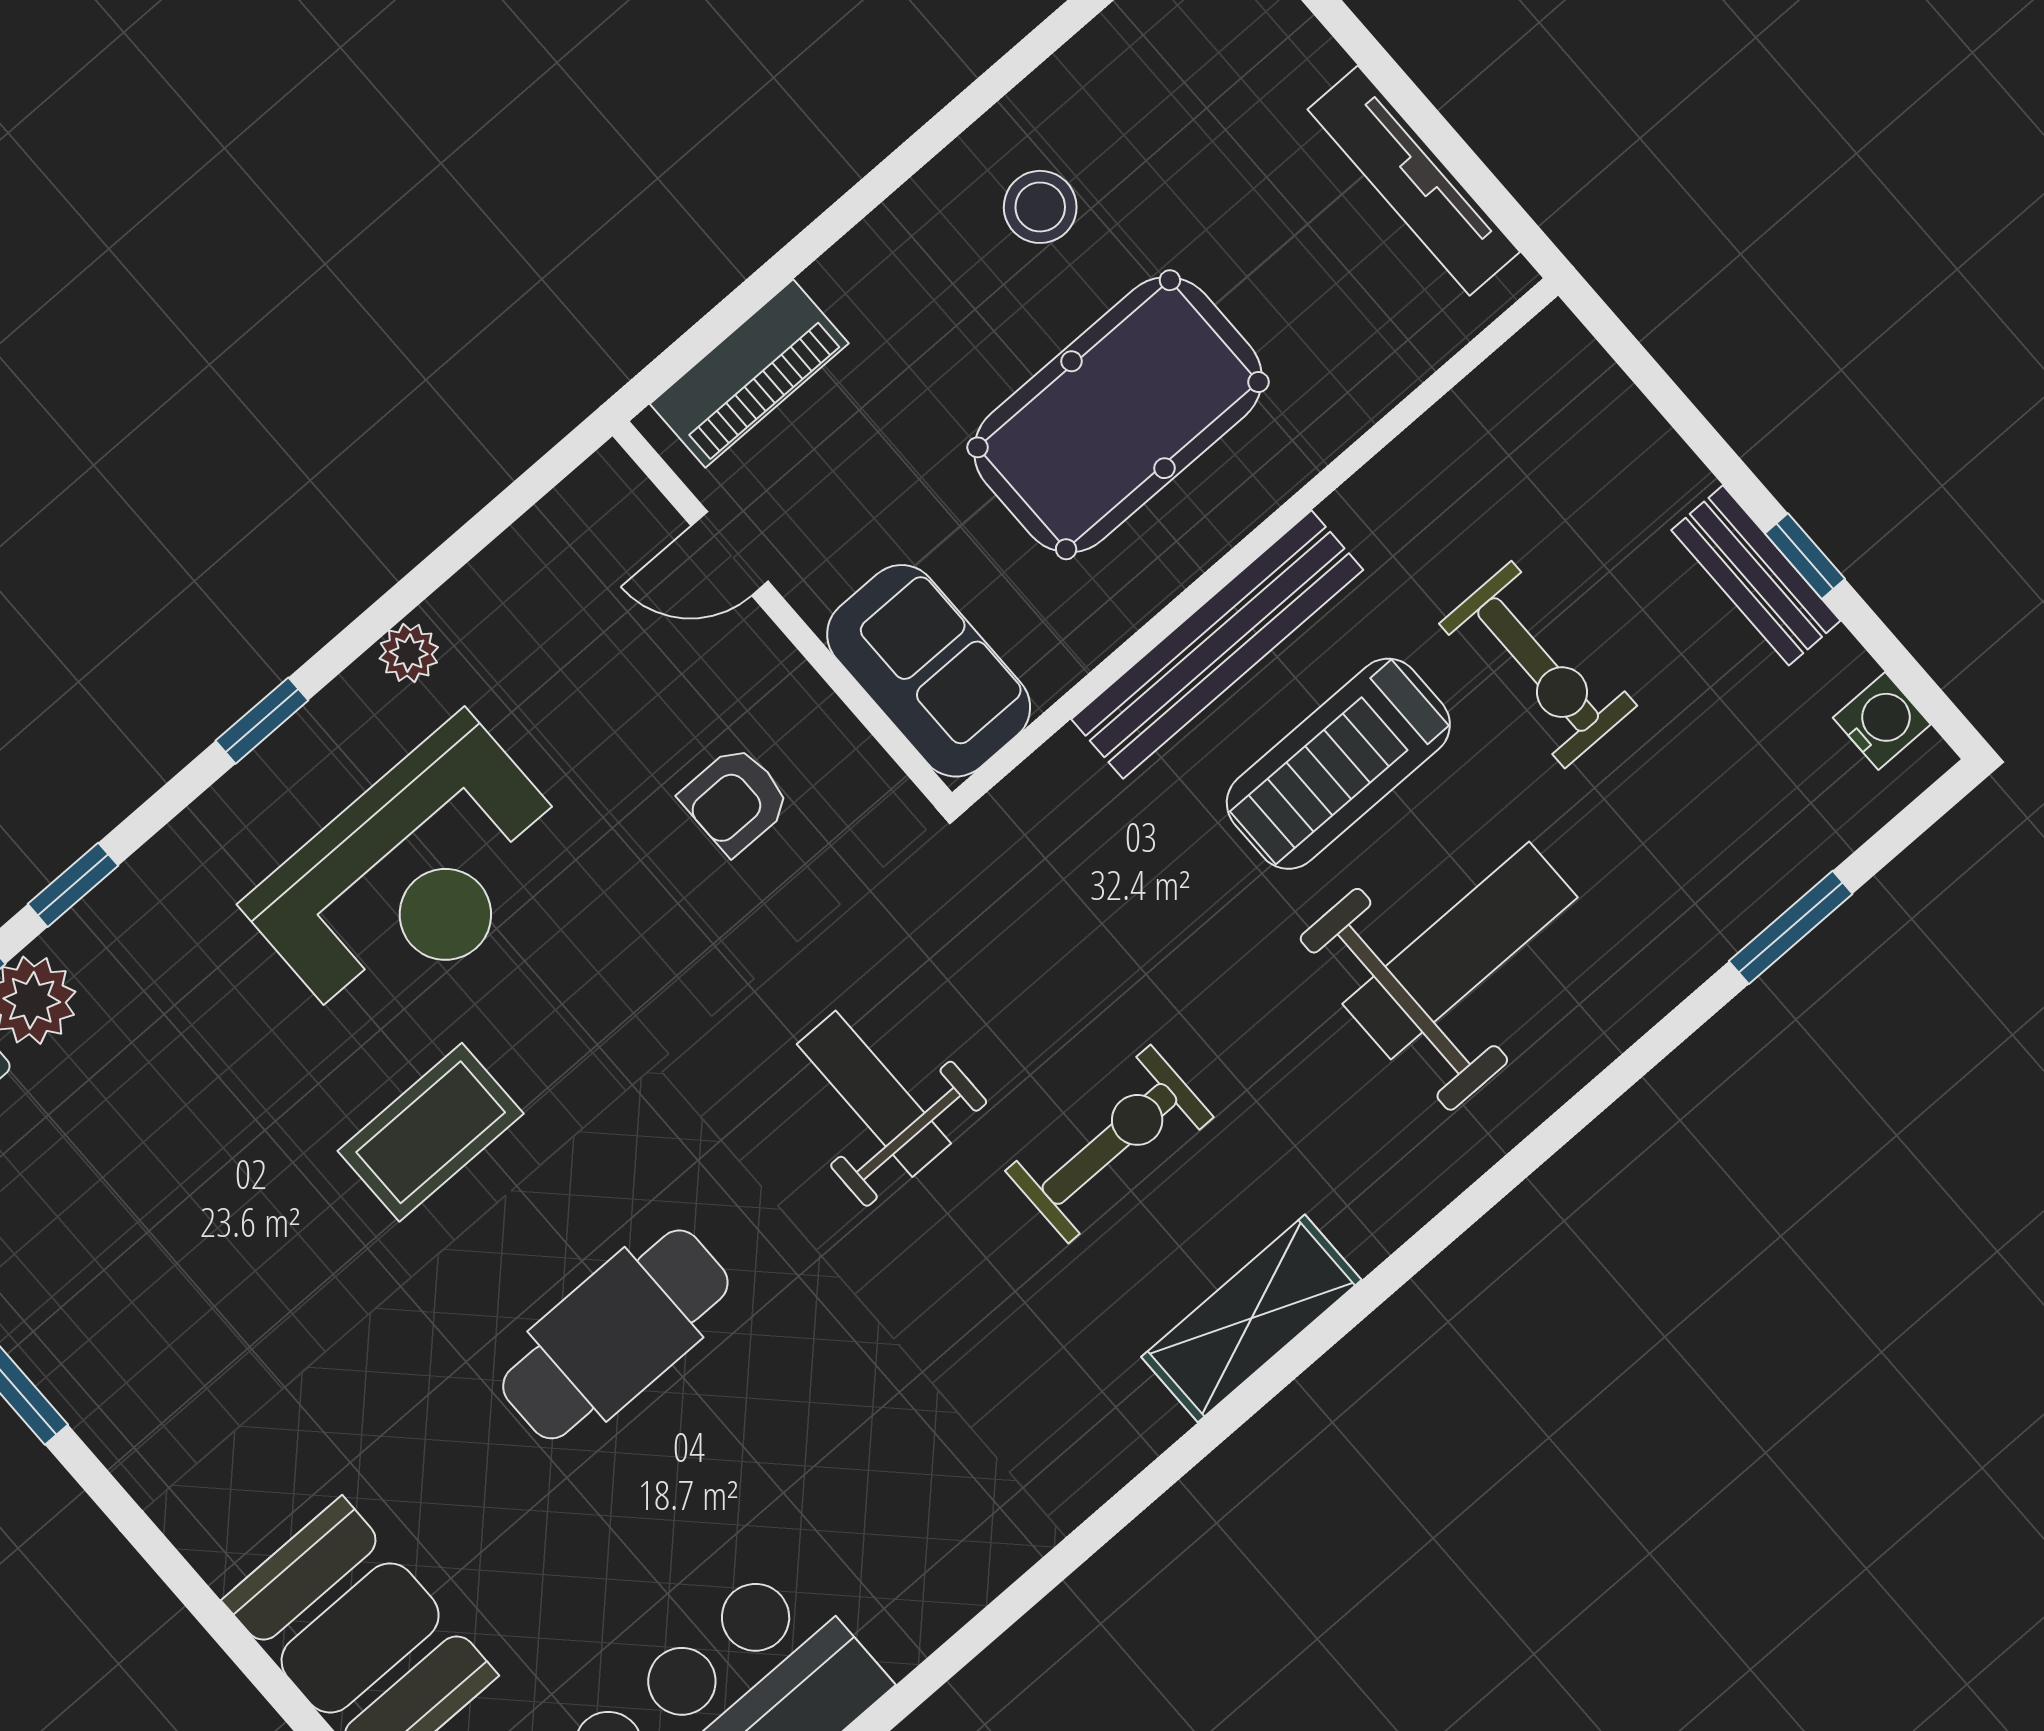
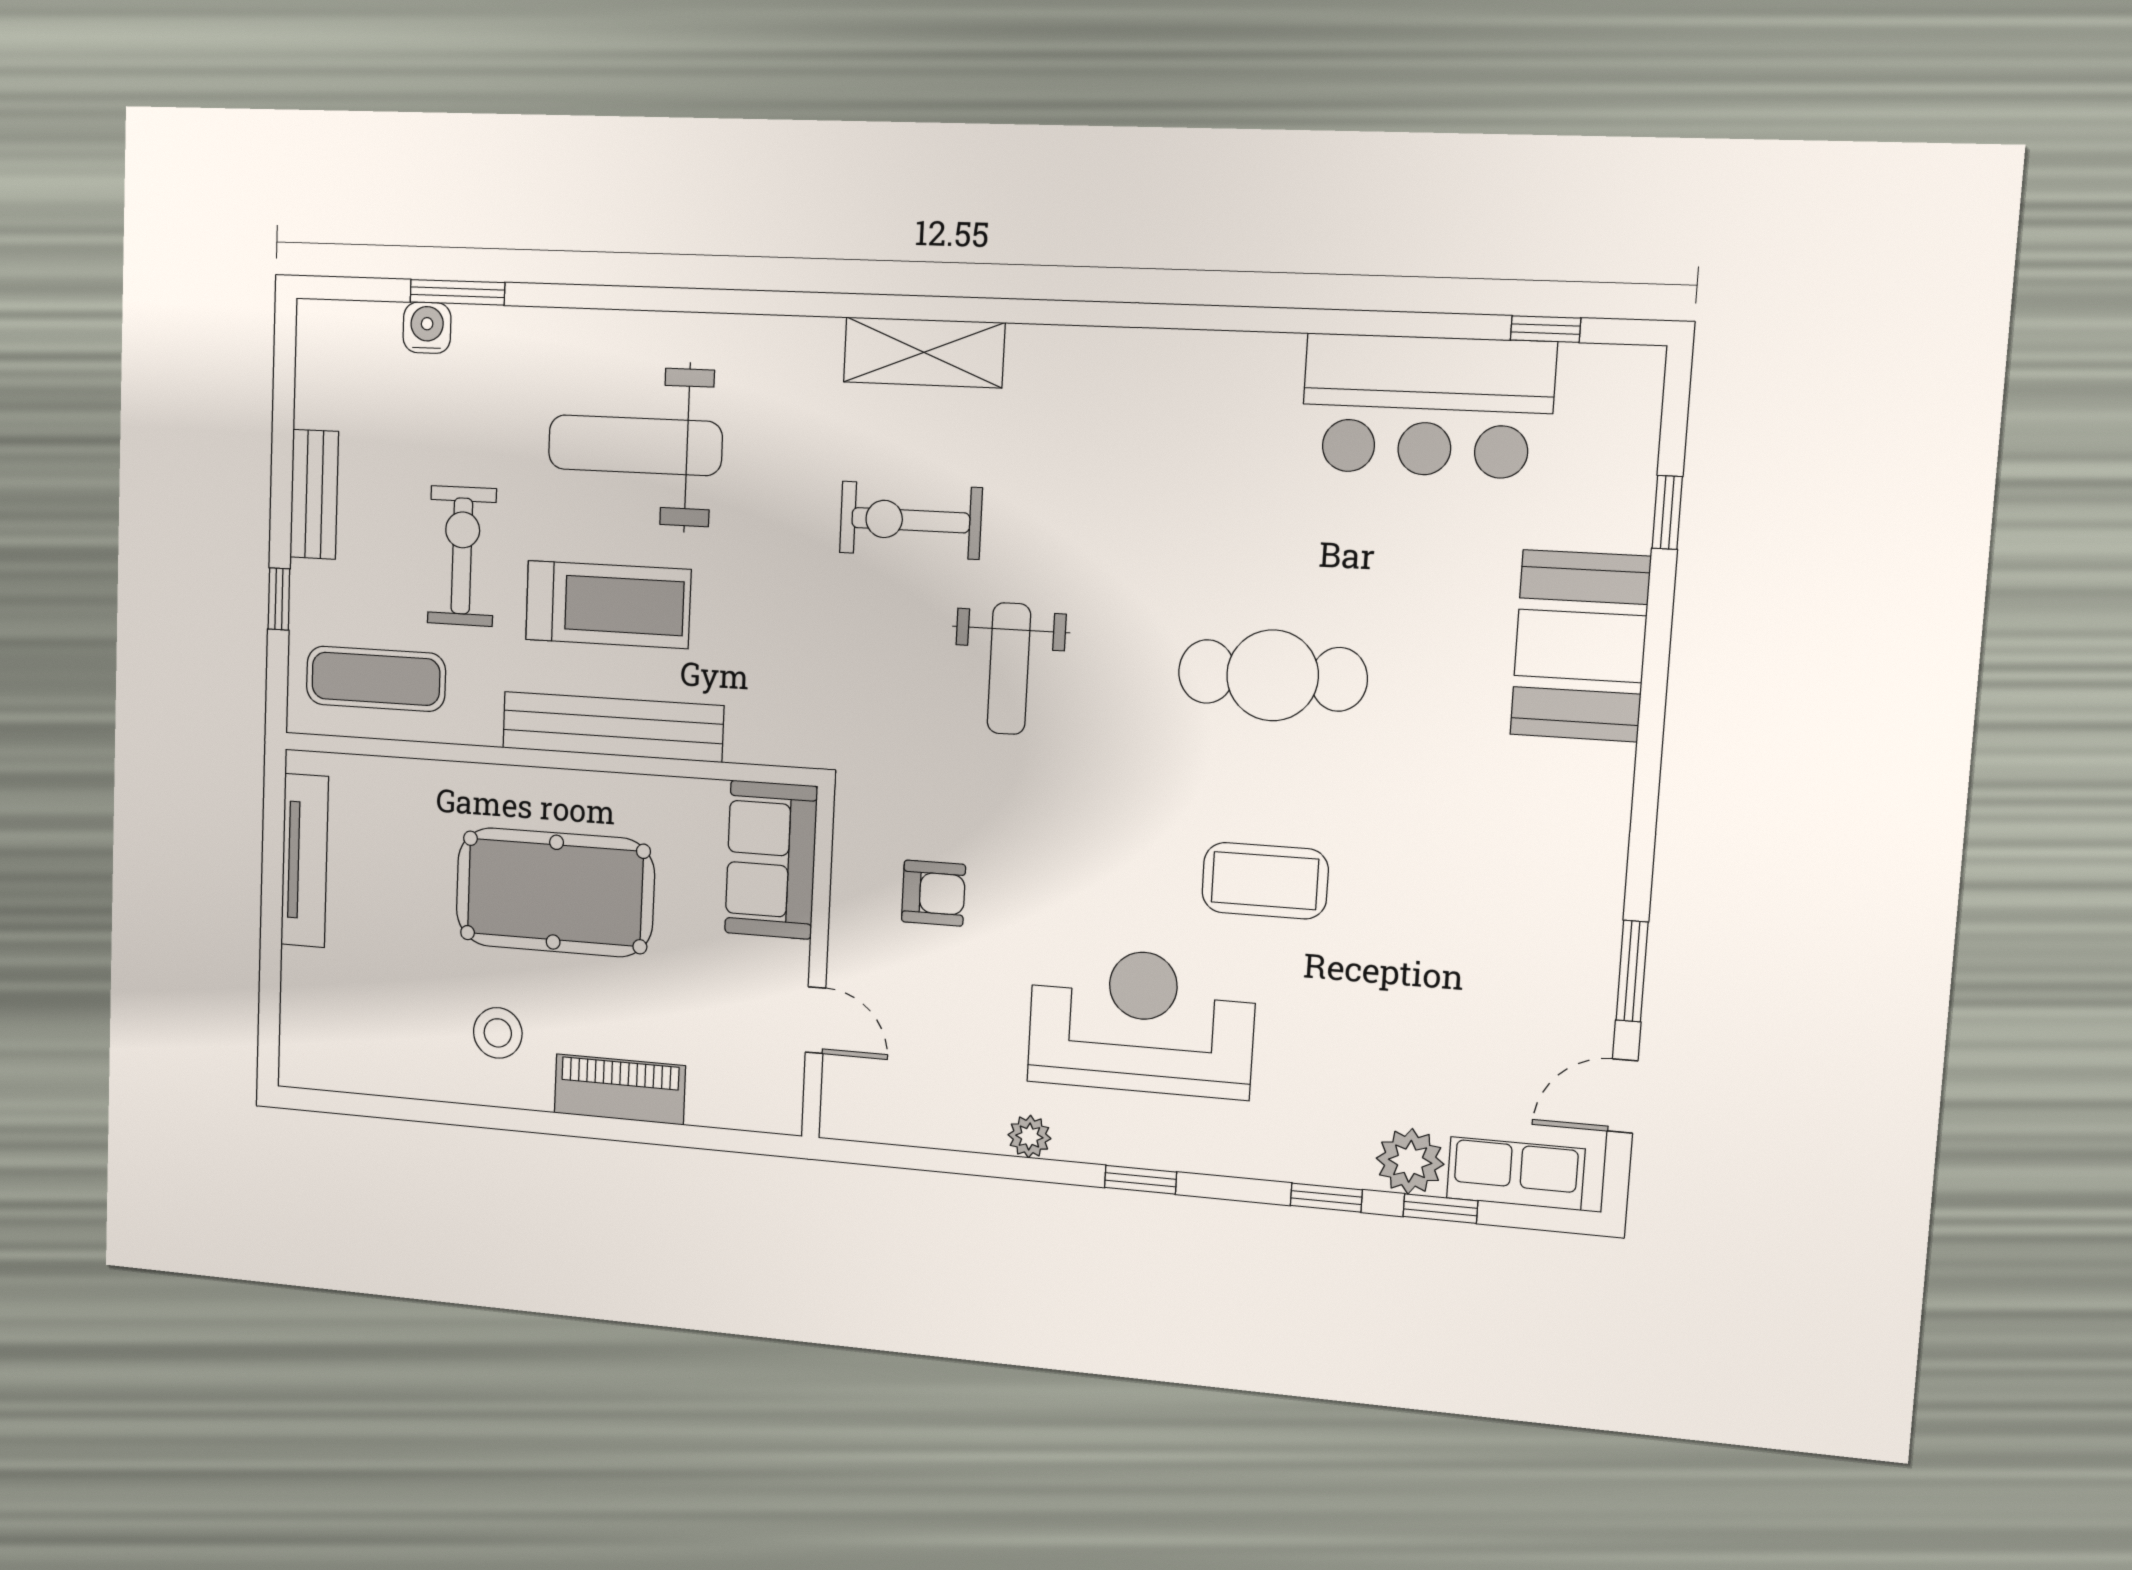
piano: (749, 374) -> (620, 1089), moved
exercise mat: (1513, 448) -> (376, 679), added
window: (1805, 556) -> (279, 599), moved
water cooler: (1882, 721) -> (427, 328), moved, turned 90

